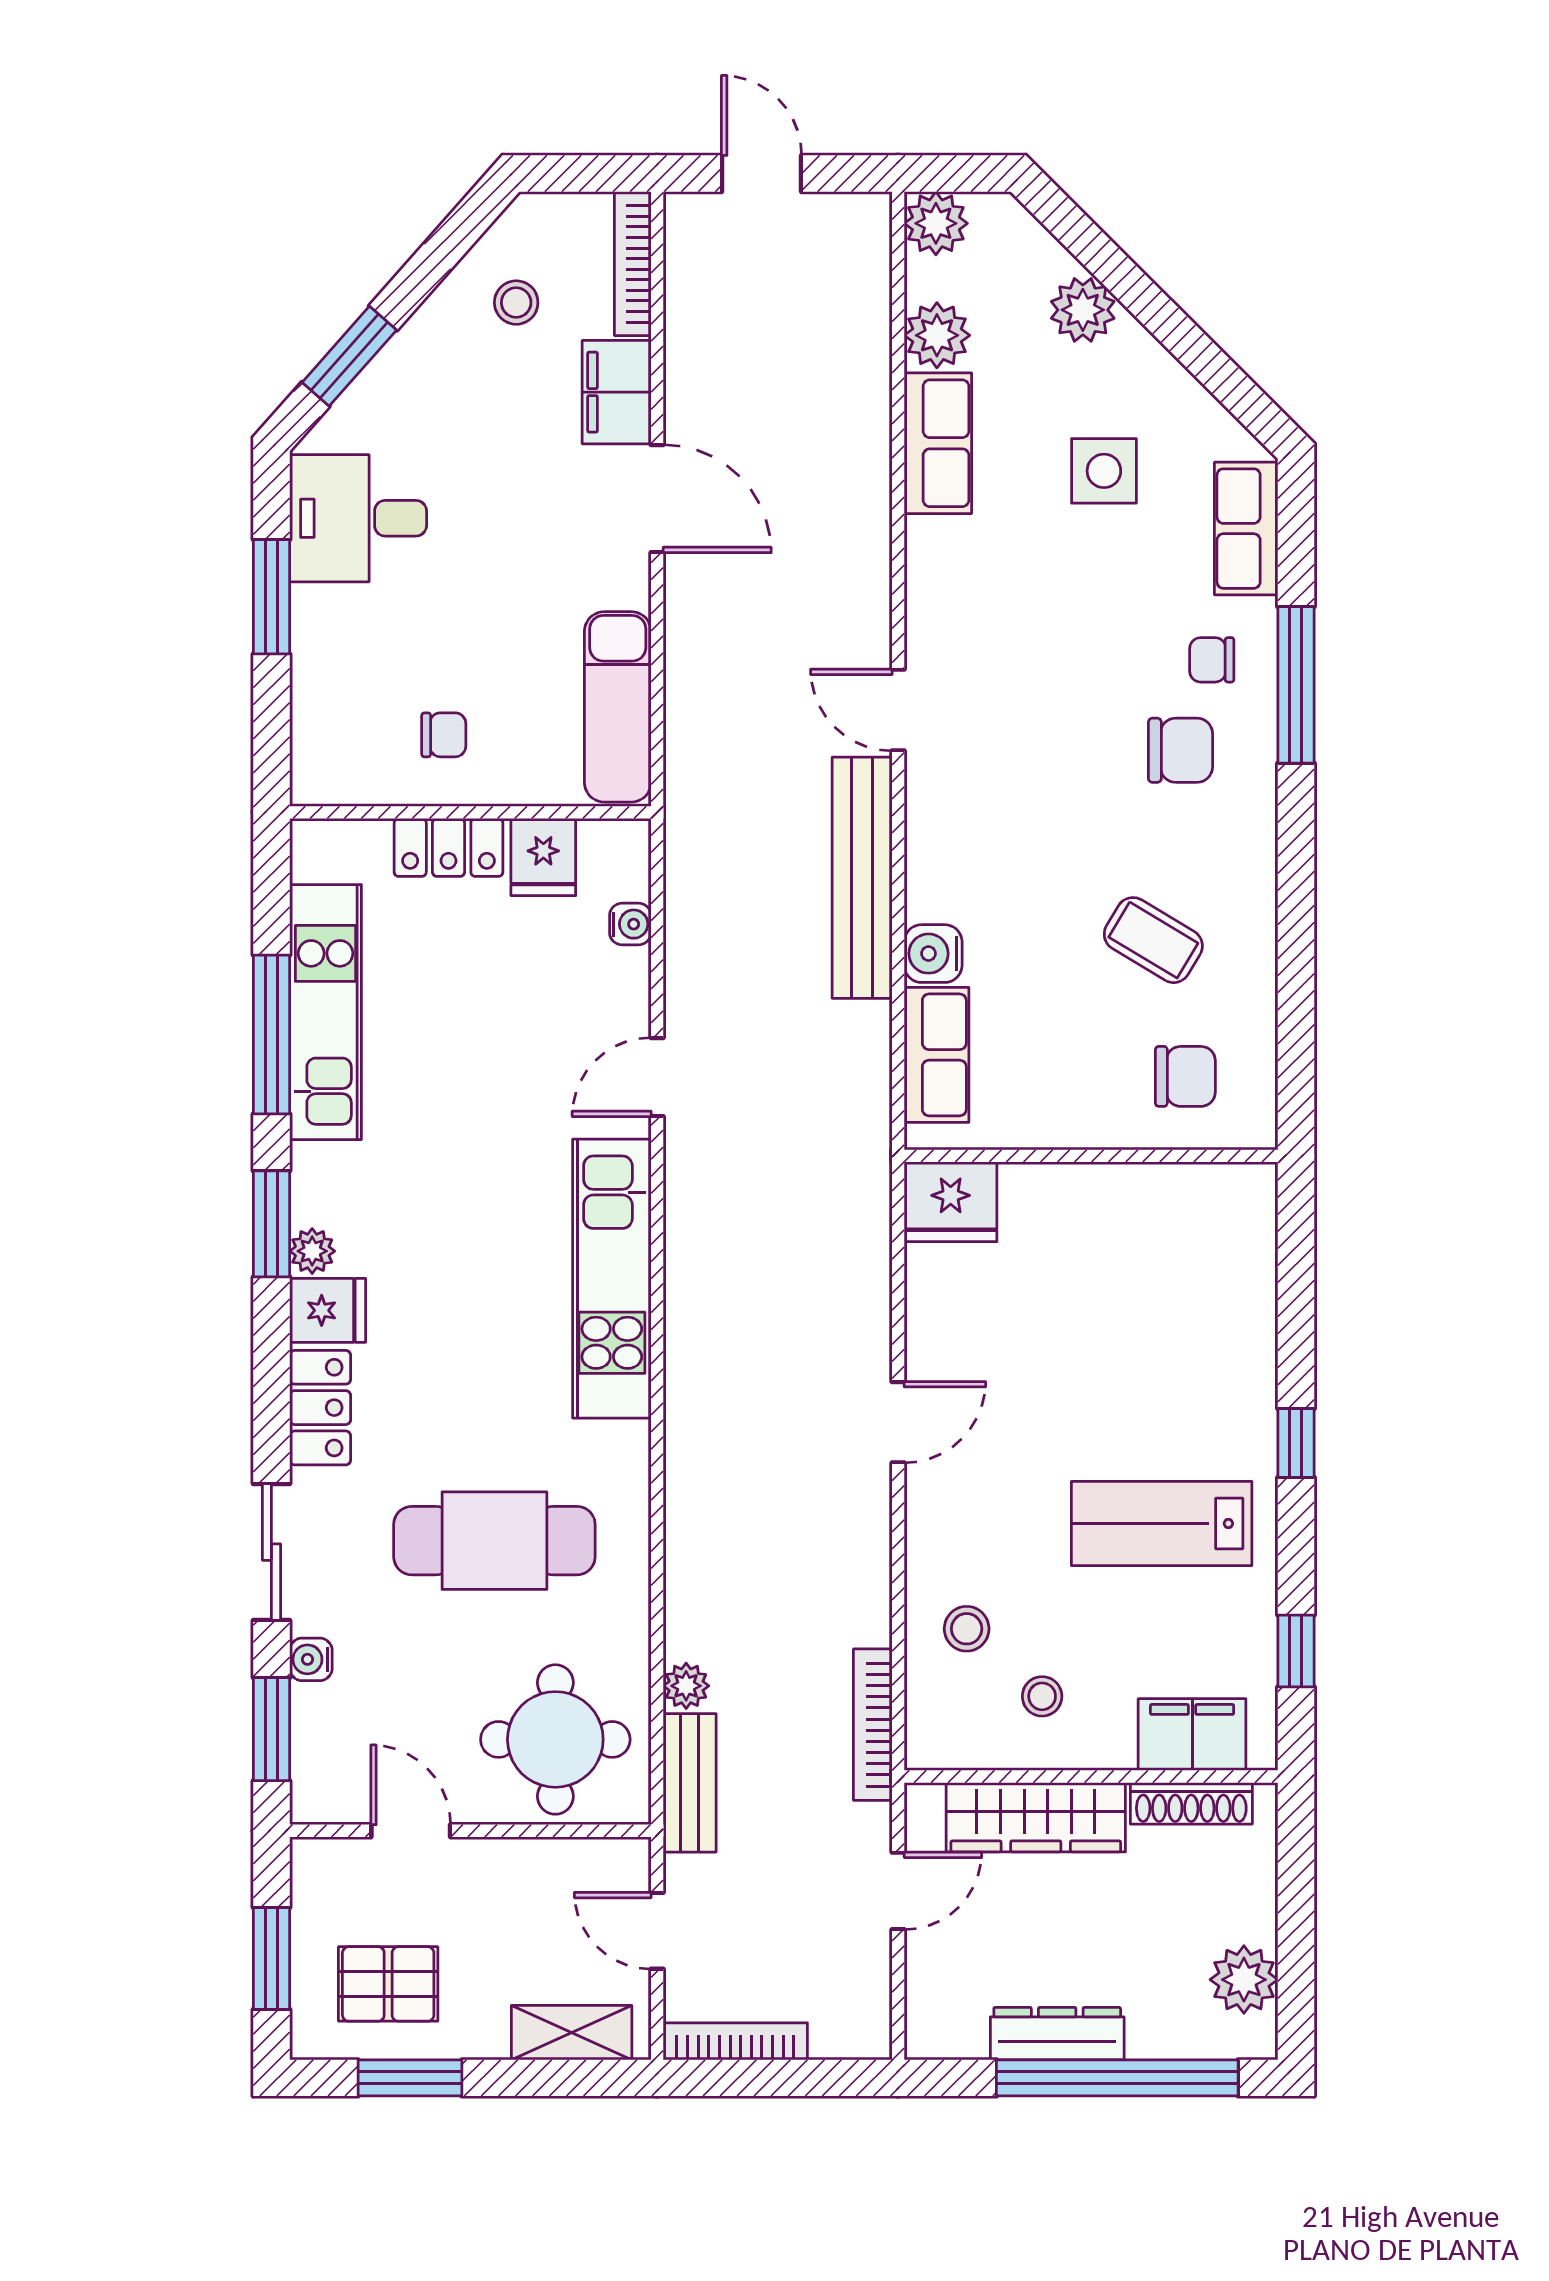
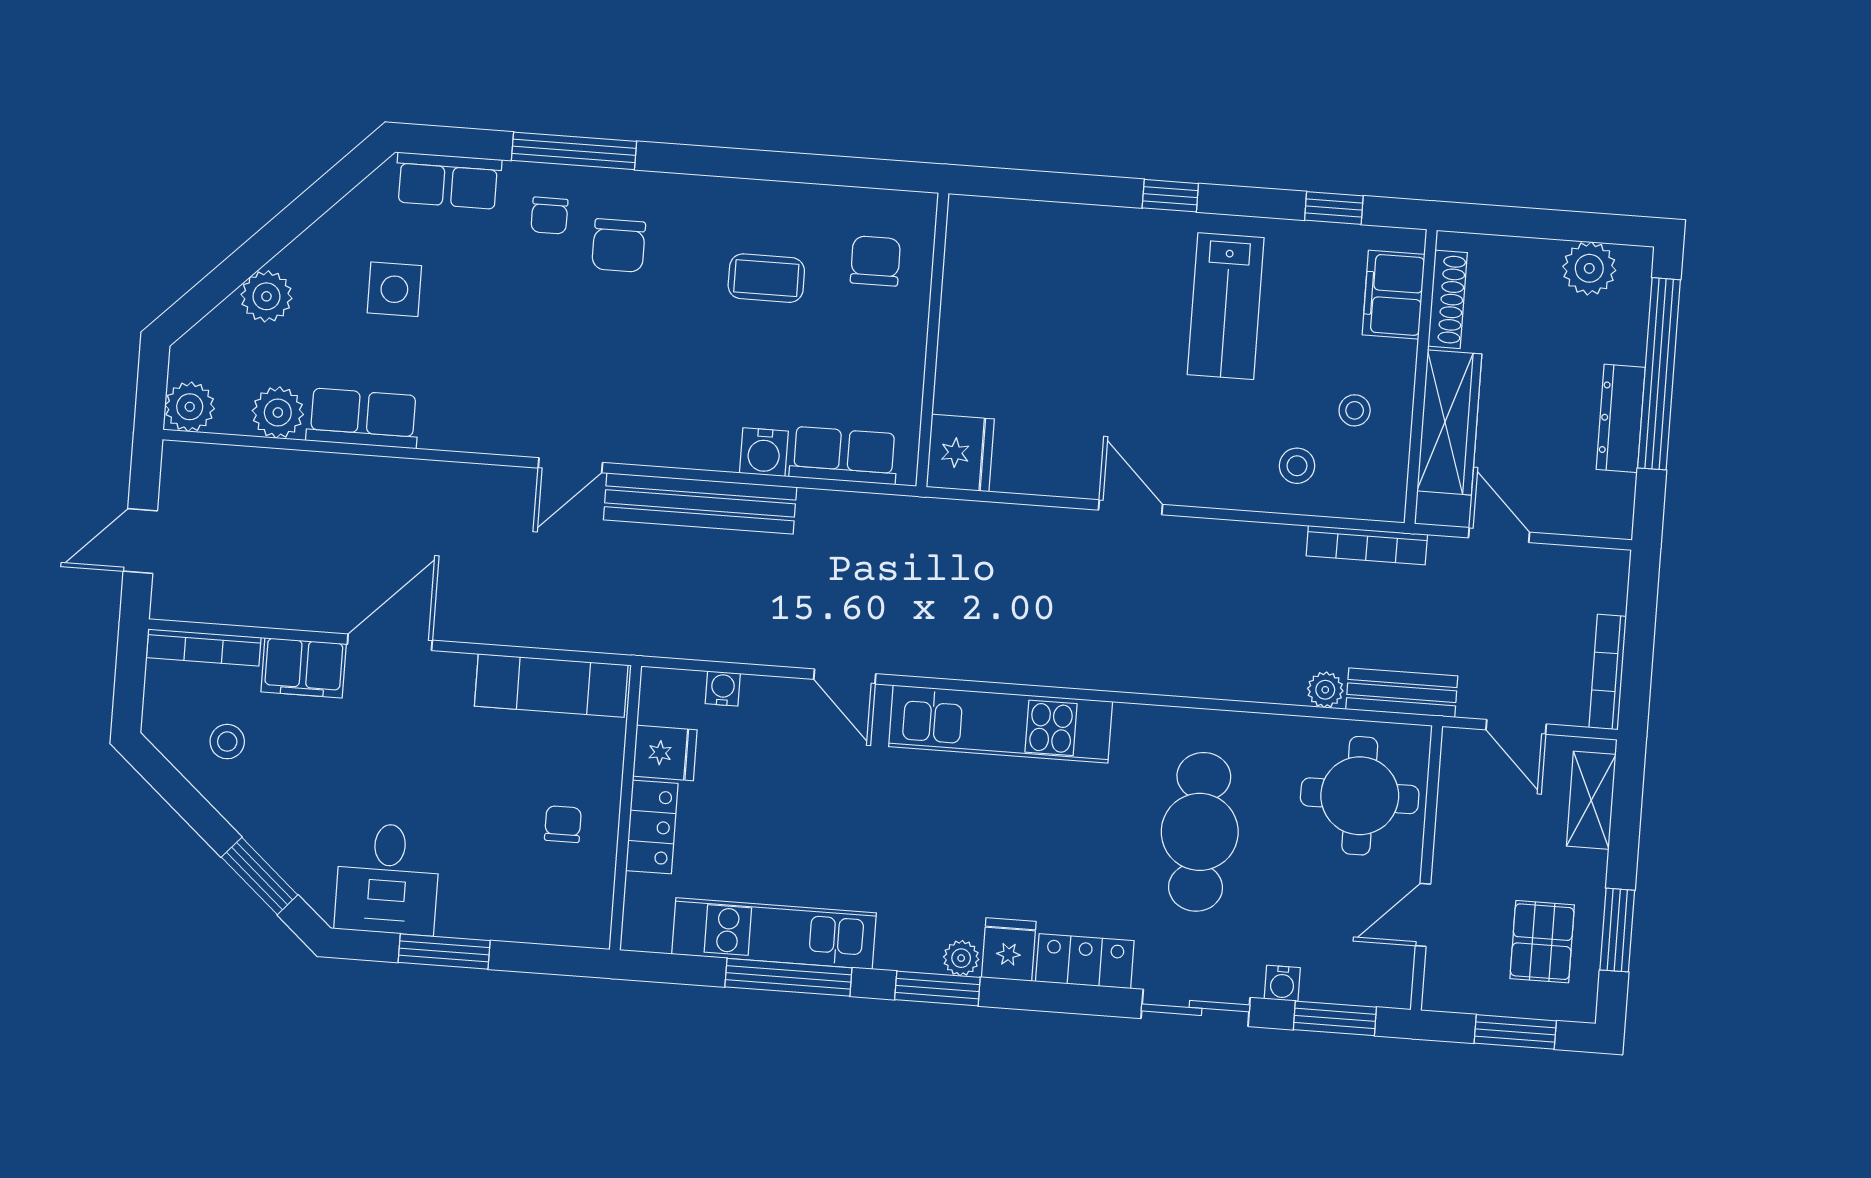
chair: (1181, 750) -> (619, 245), turned 180
coffee table: (1153, 940) -> (766, 278), turned 59
door: (657, 1931) -> (1516, 727), hinge flipped

